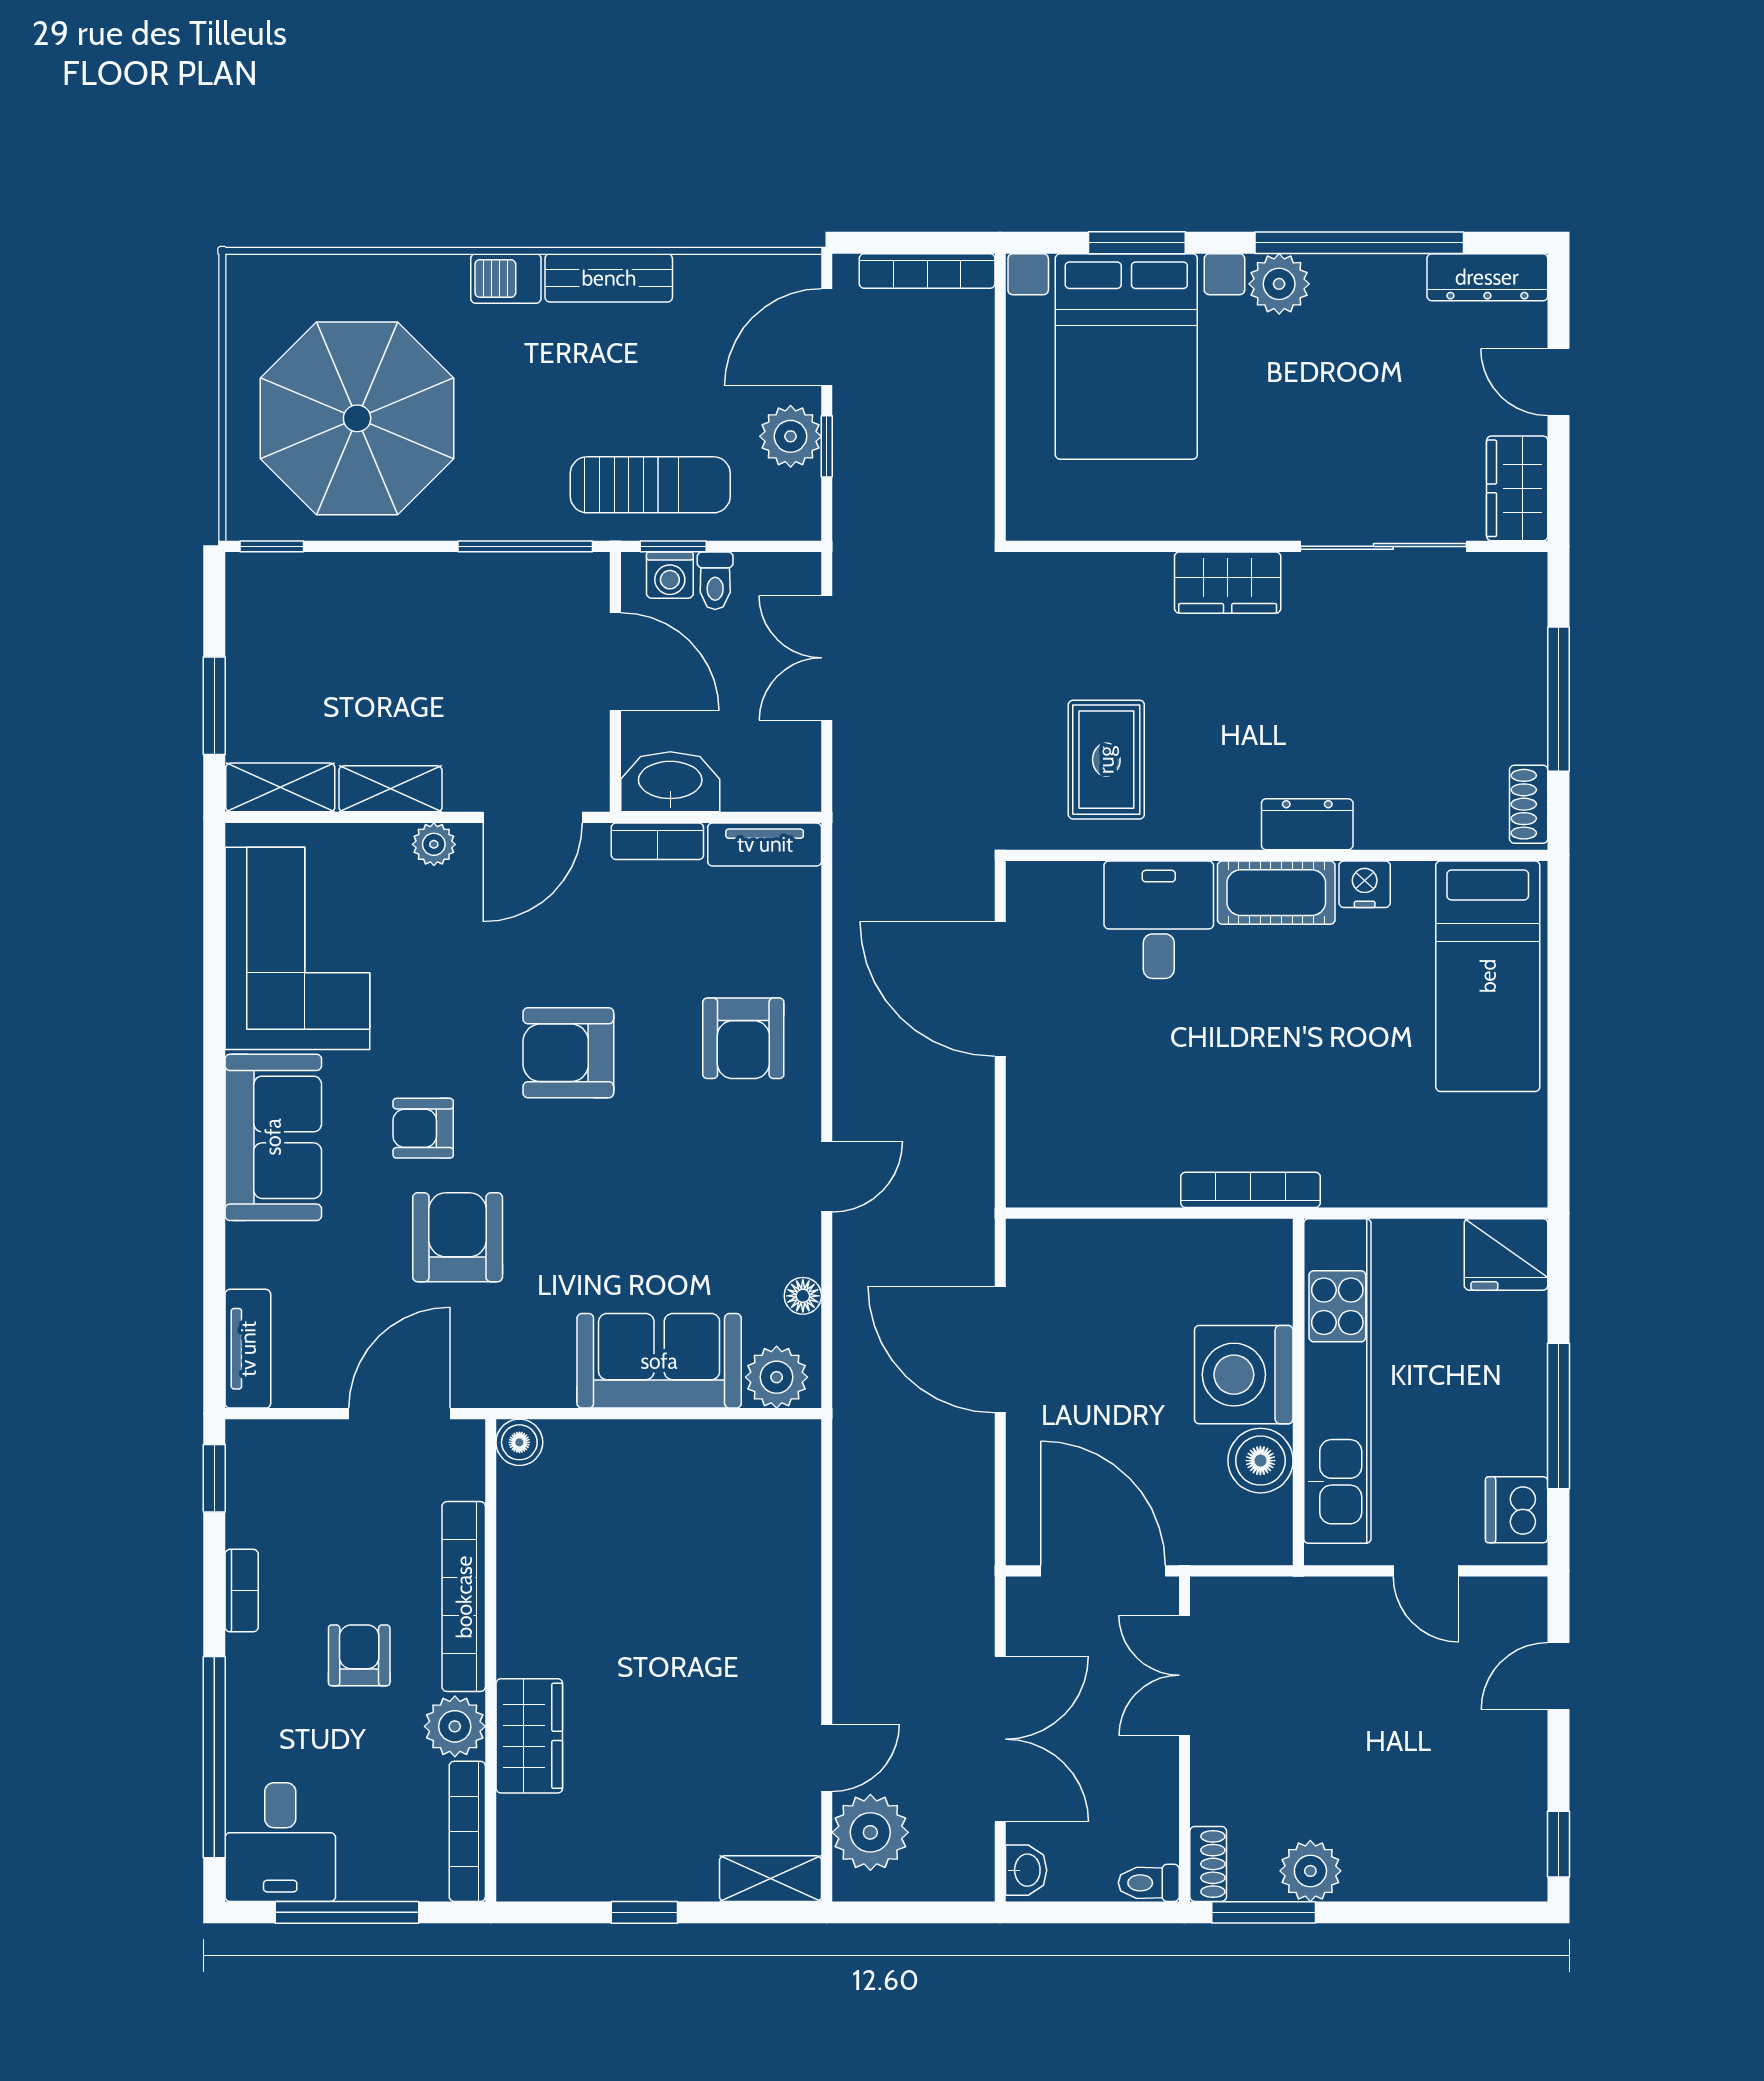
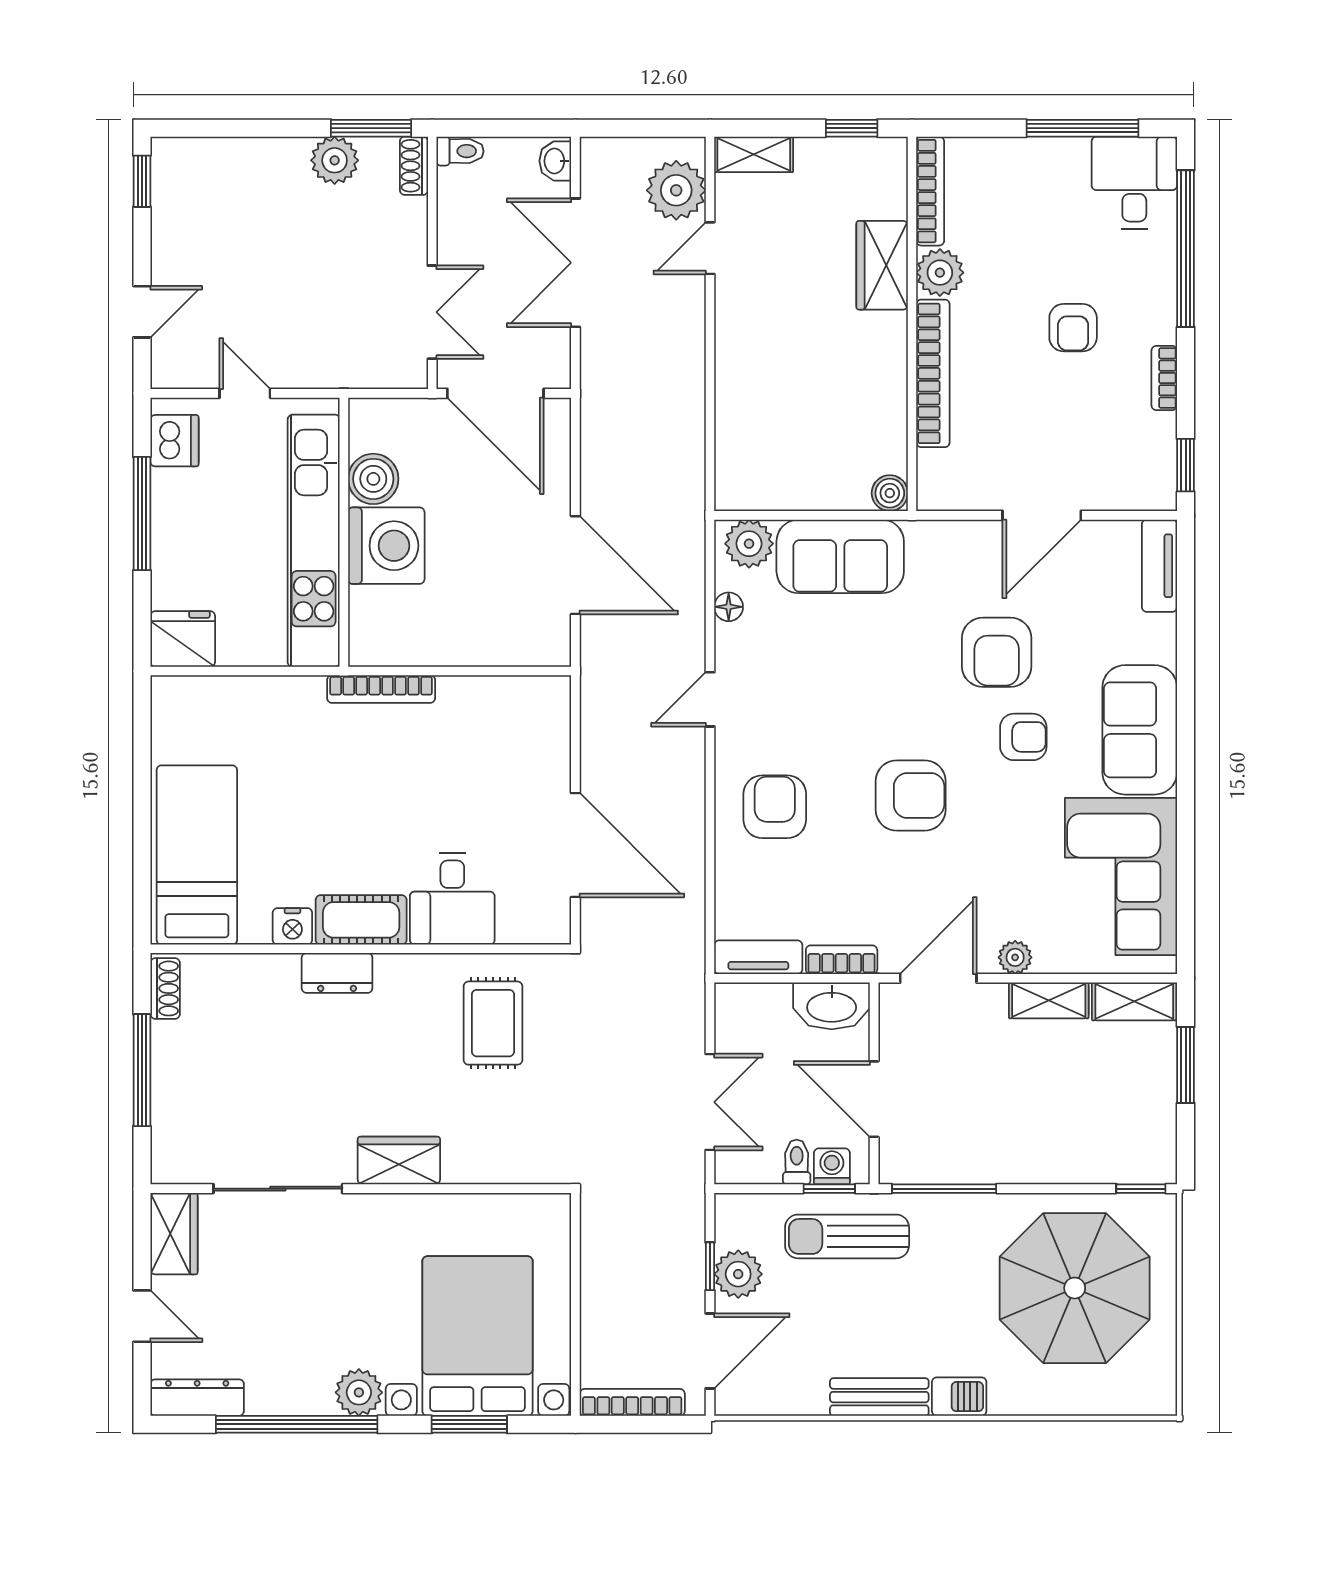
boiler: (519, 1442) -> (890, 493), moved
bookcase: (464, 1597) -> (933, 373), moved
wall: (491, 1660) -> (912, 324), moved
plant: (455, 1726) -> (940, 273), moved
wardrobe: (529, 1736) -> (882, 265), moved
bookcase: (467, 1831) -> (930, 191), moved

